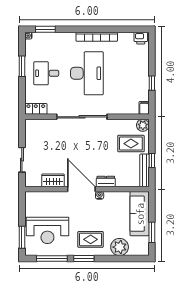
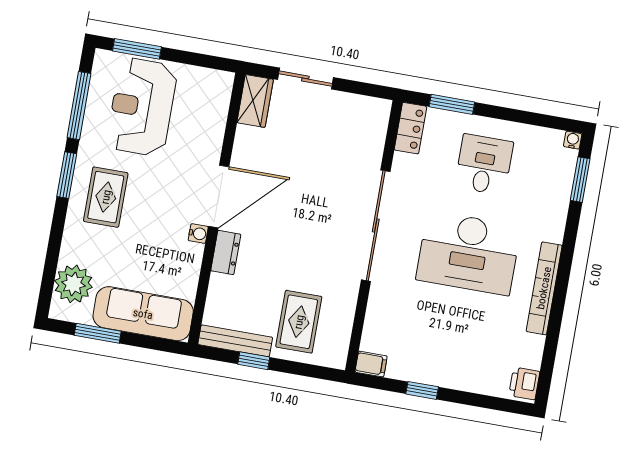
window: (22, 66) -> (452, 104), moved
plant: (143, 125) -> (334, 355), removed
wardrobe: (53, 180) -> (255, 101), moved
plant: (120, 247) -> (73, 284), moved

